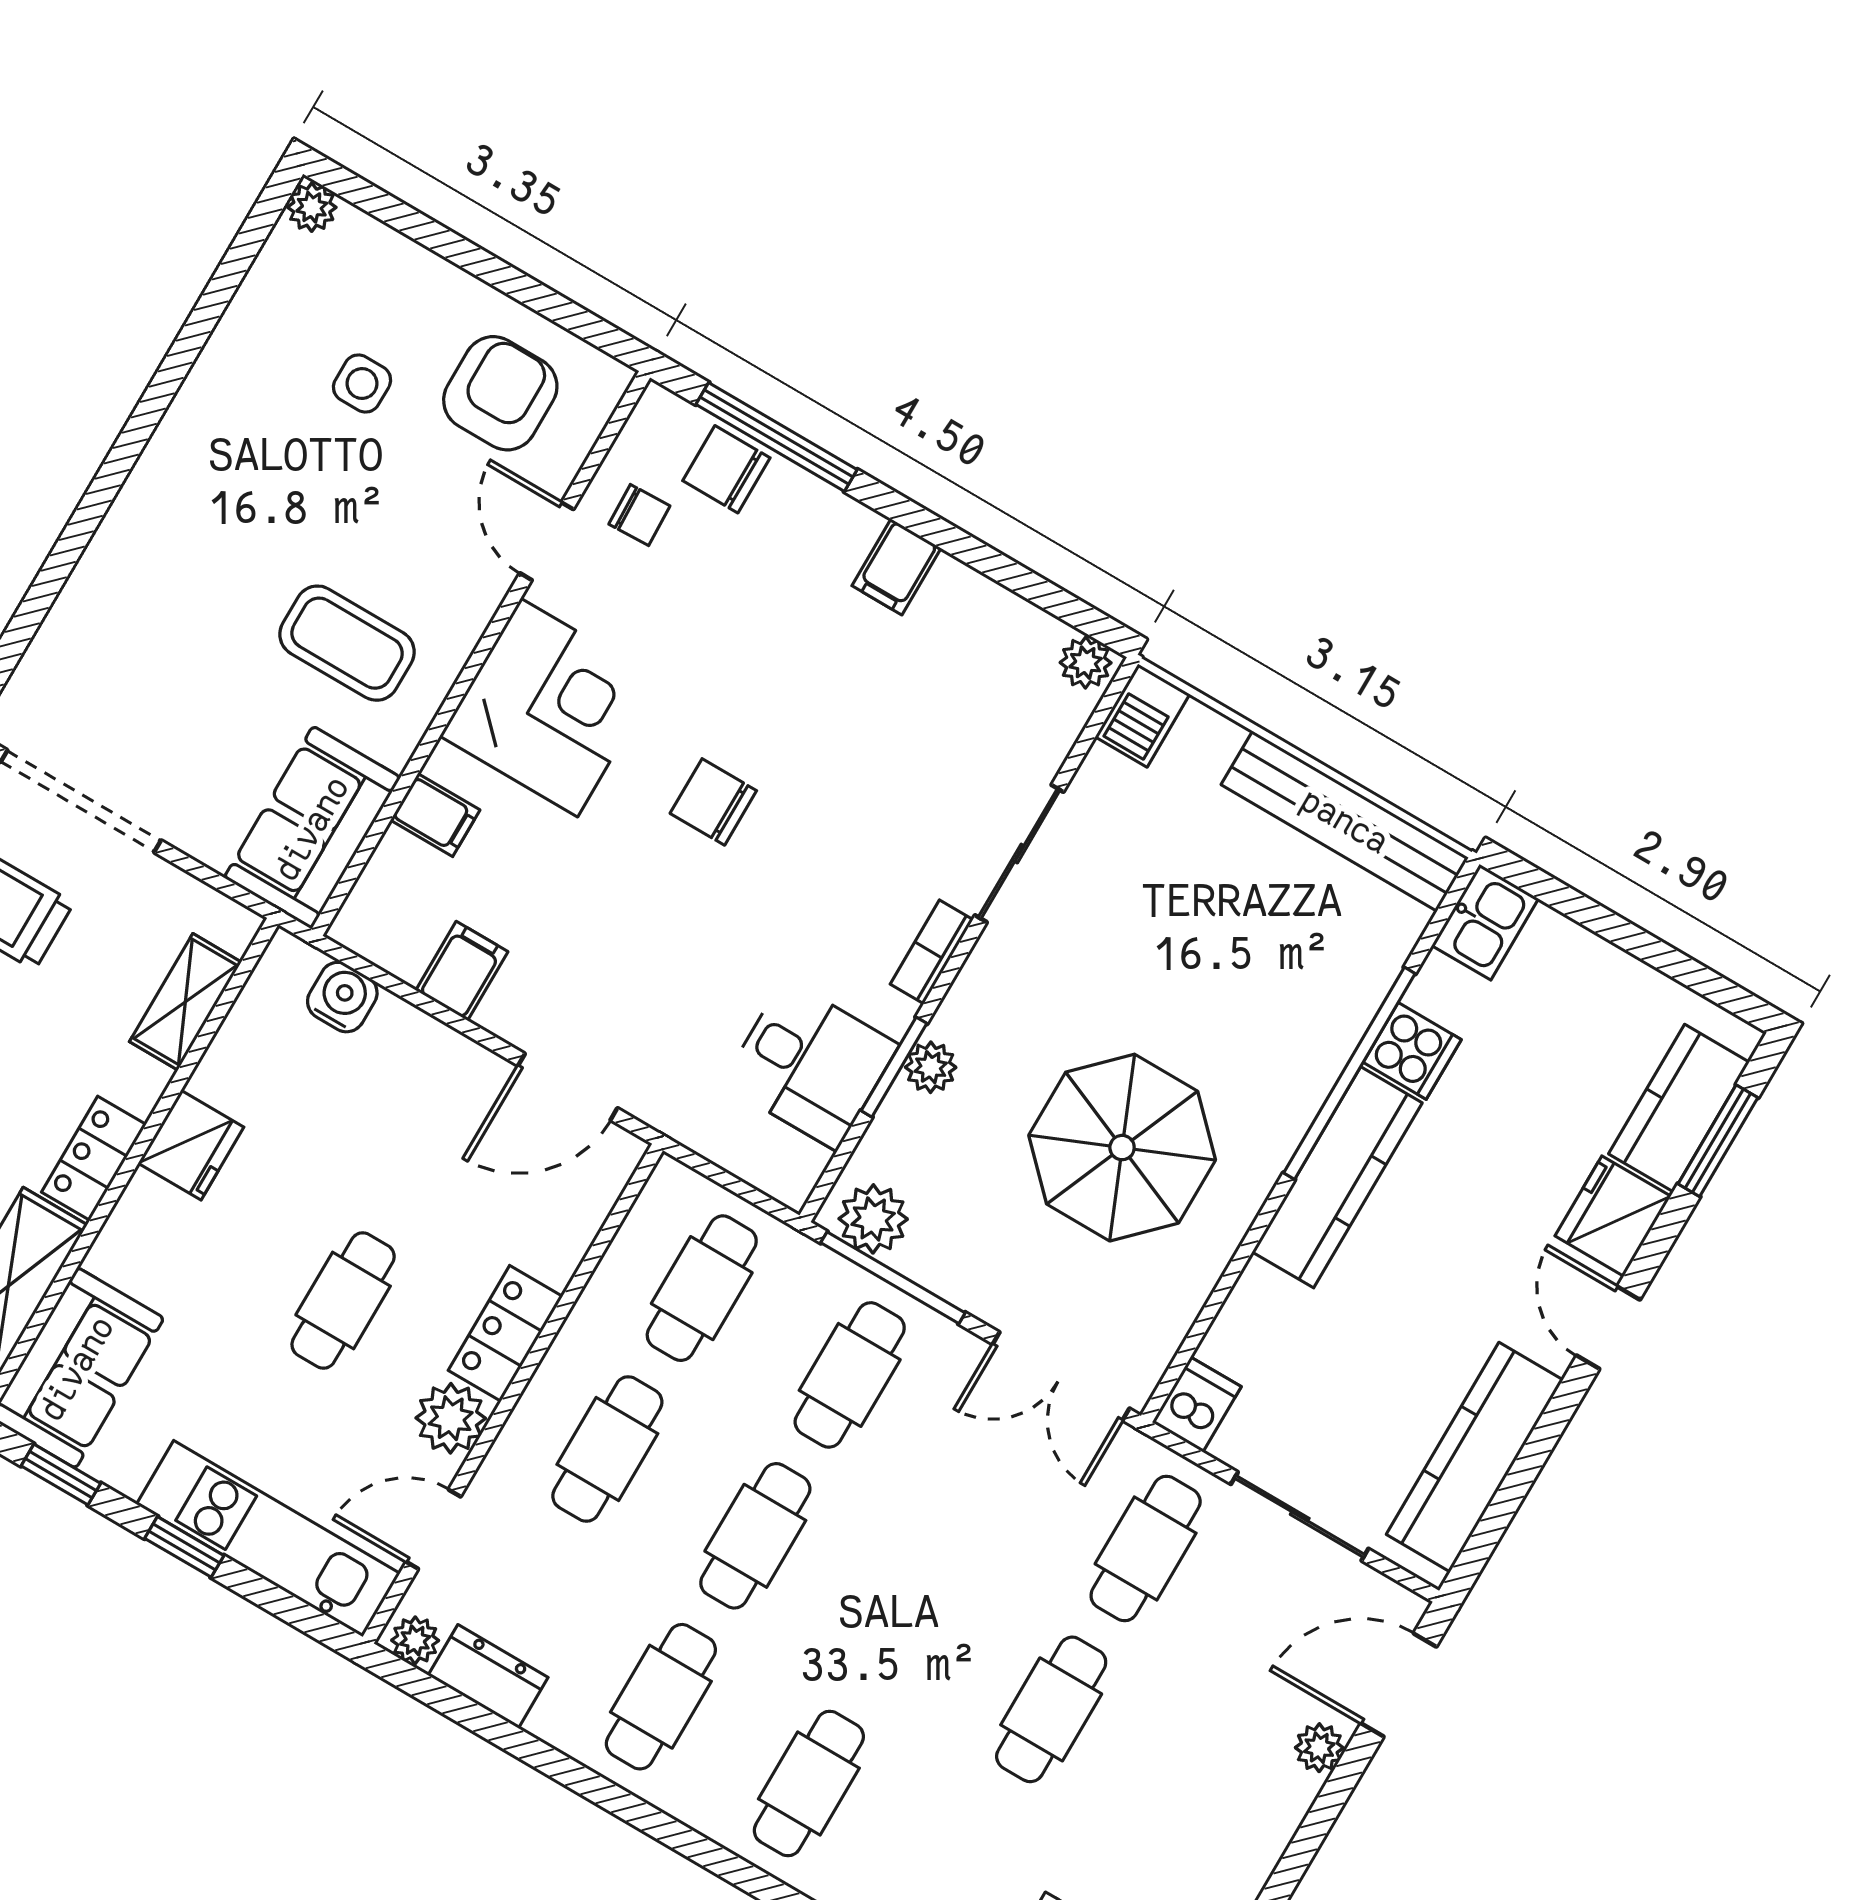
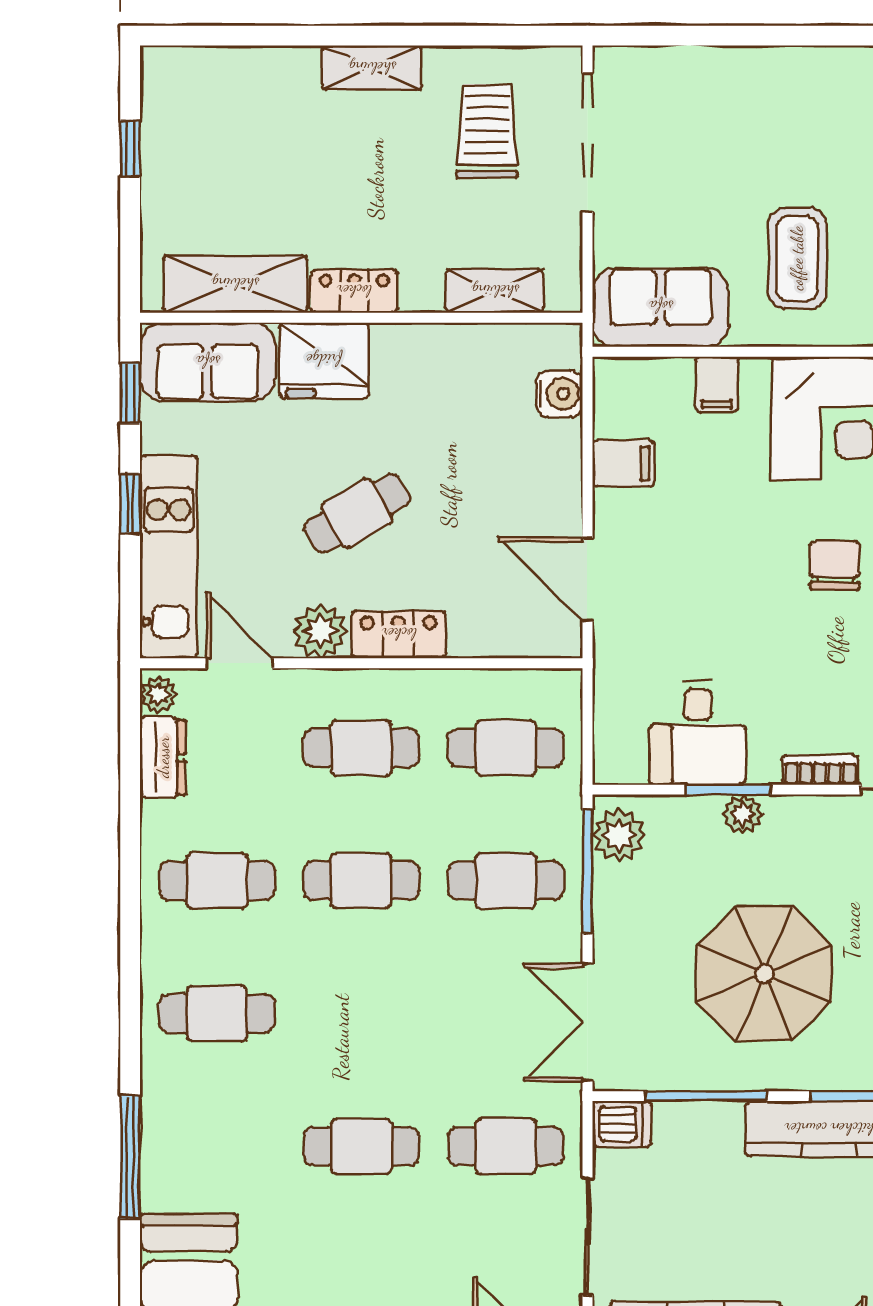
fridge: (191, 1145) -> (324, 360), moved, width x1.36, depth x1.34
window: (1221, 1292) -> (706, 1096), added
cafe table: (343, 1301) -> (357, 513), turned -30

